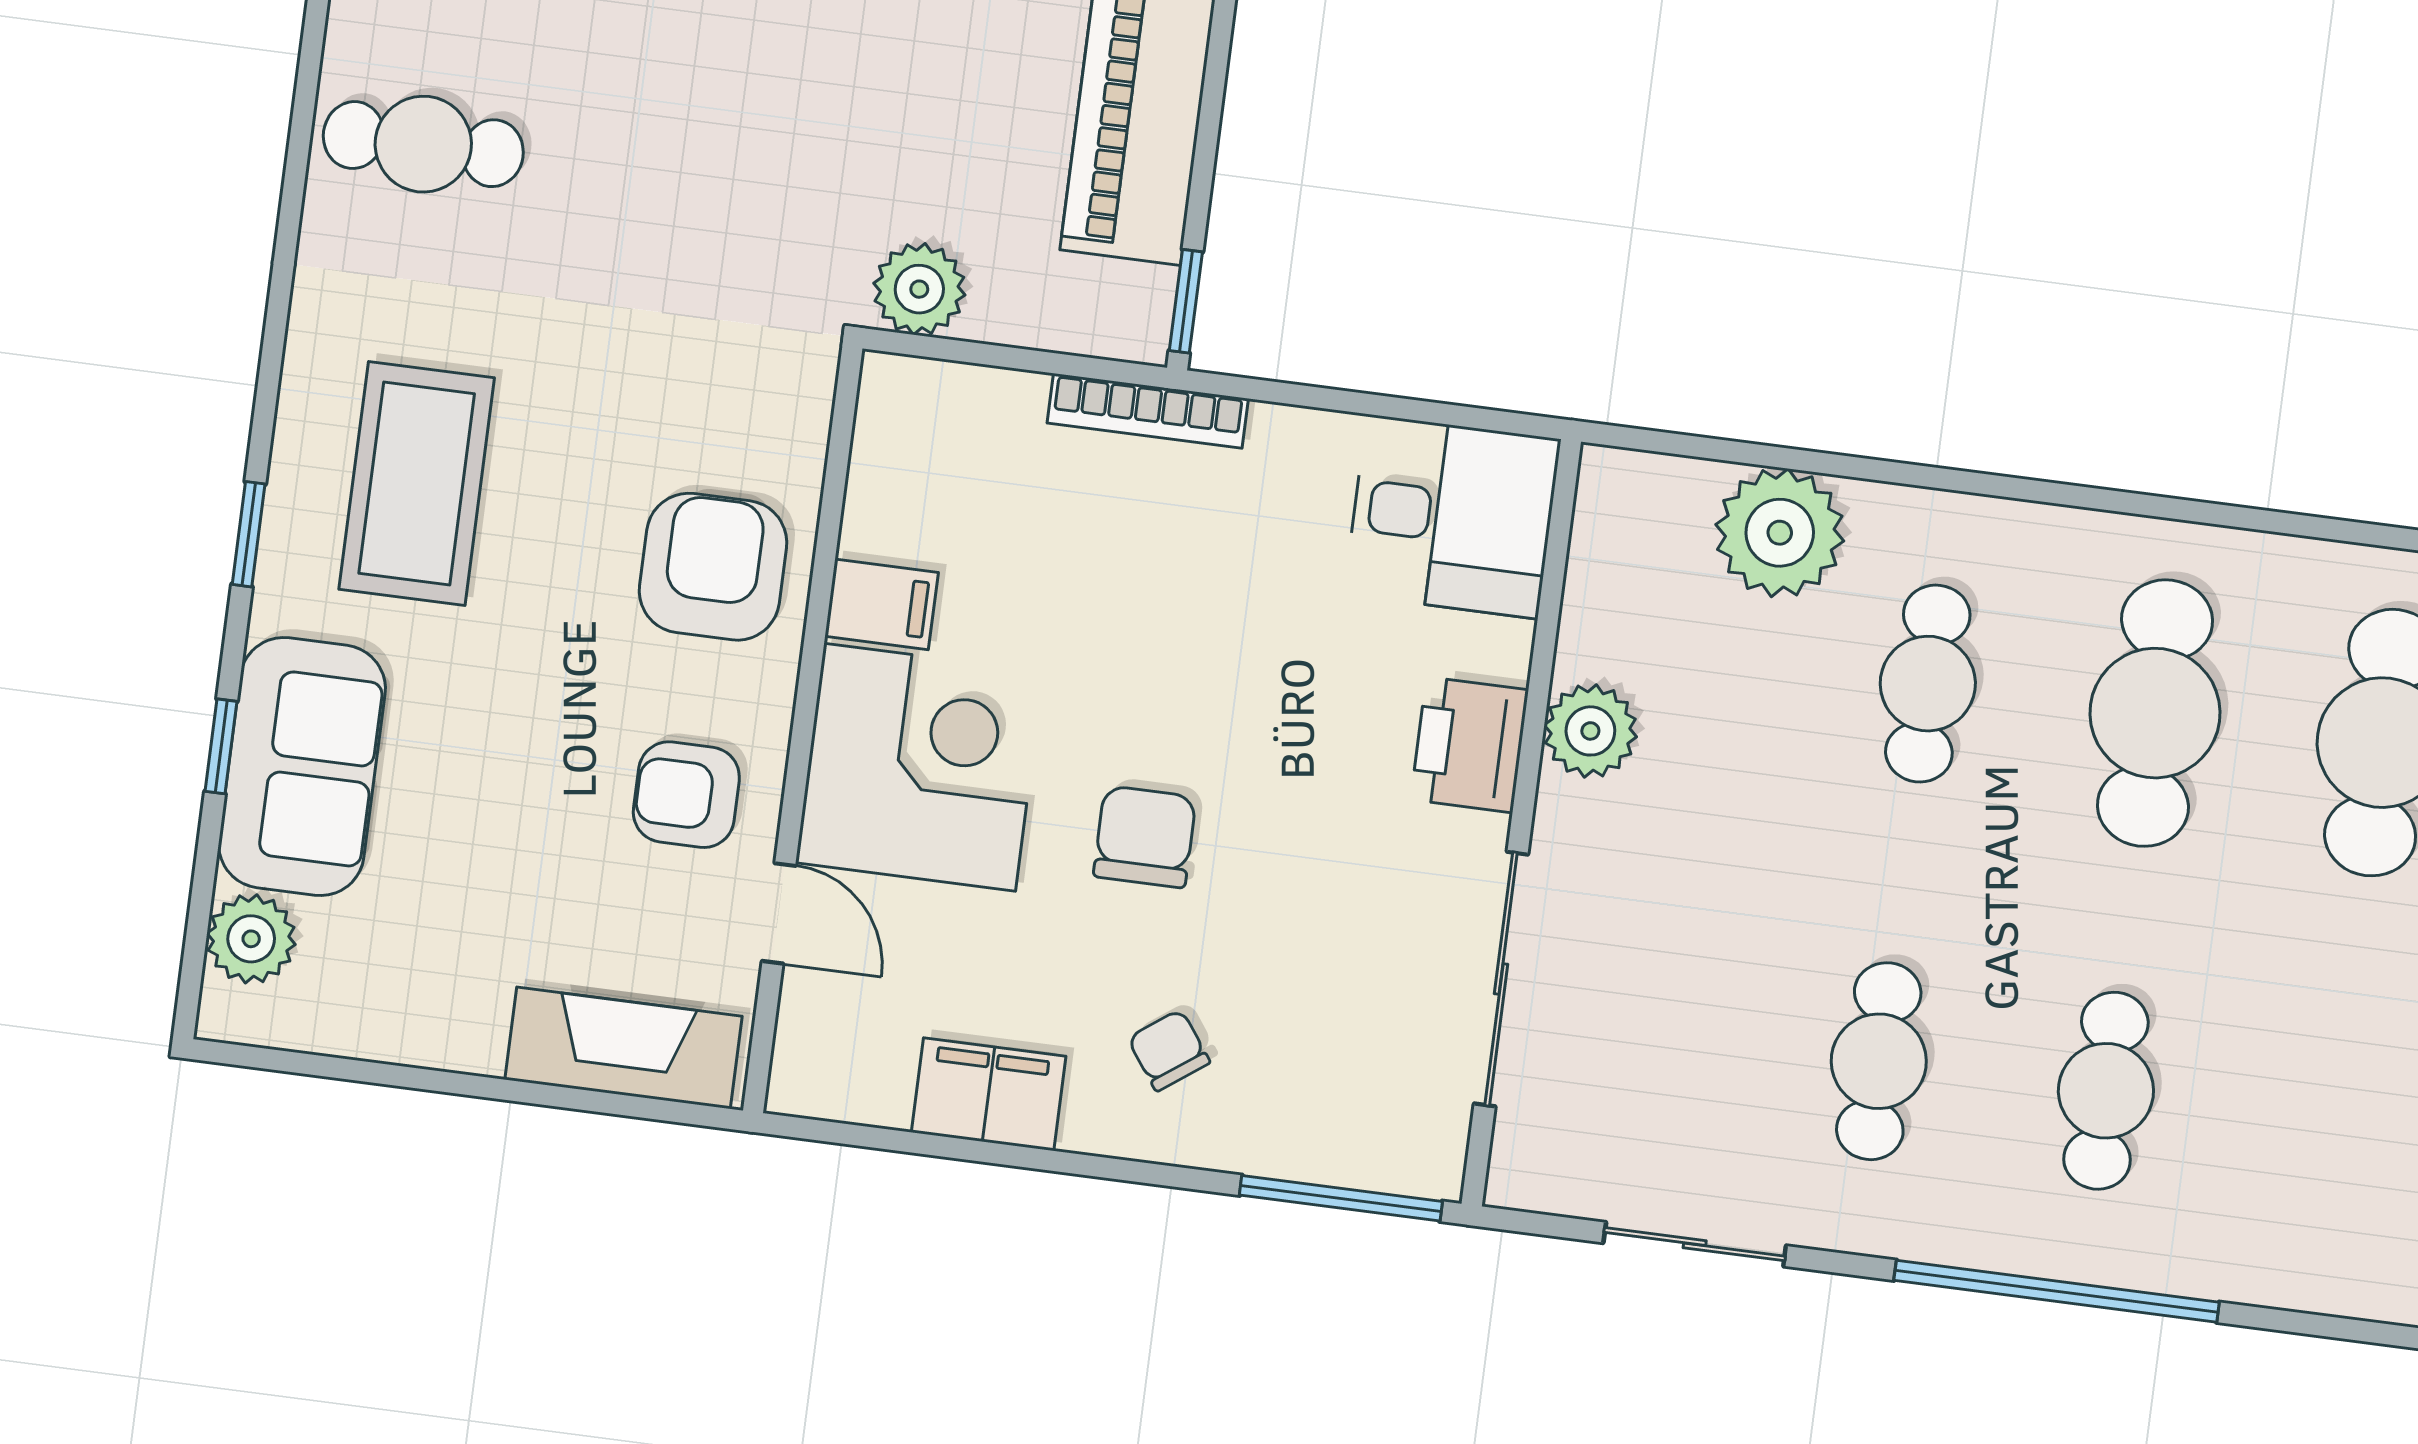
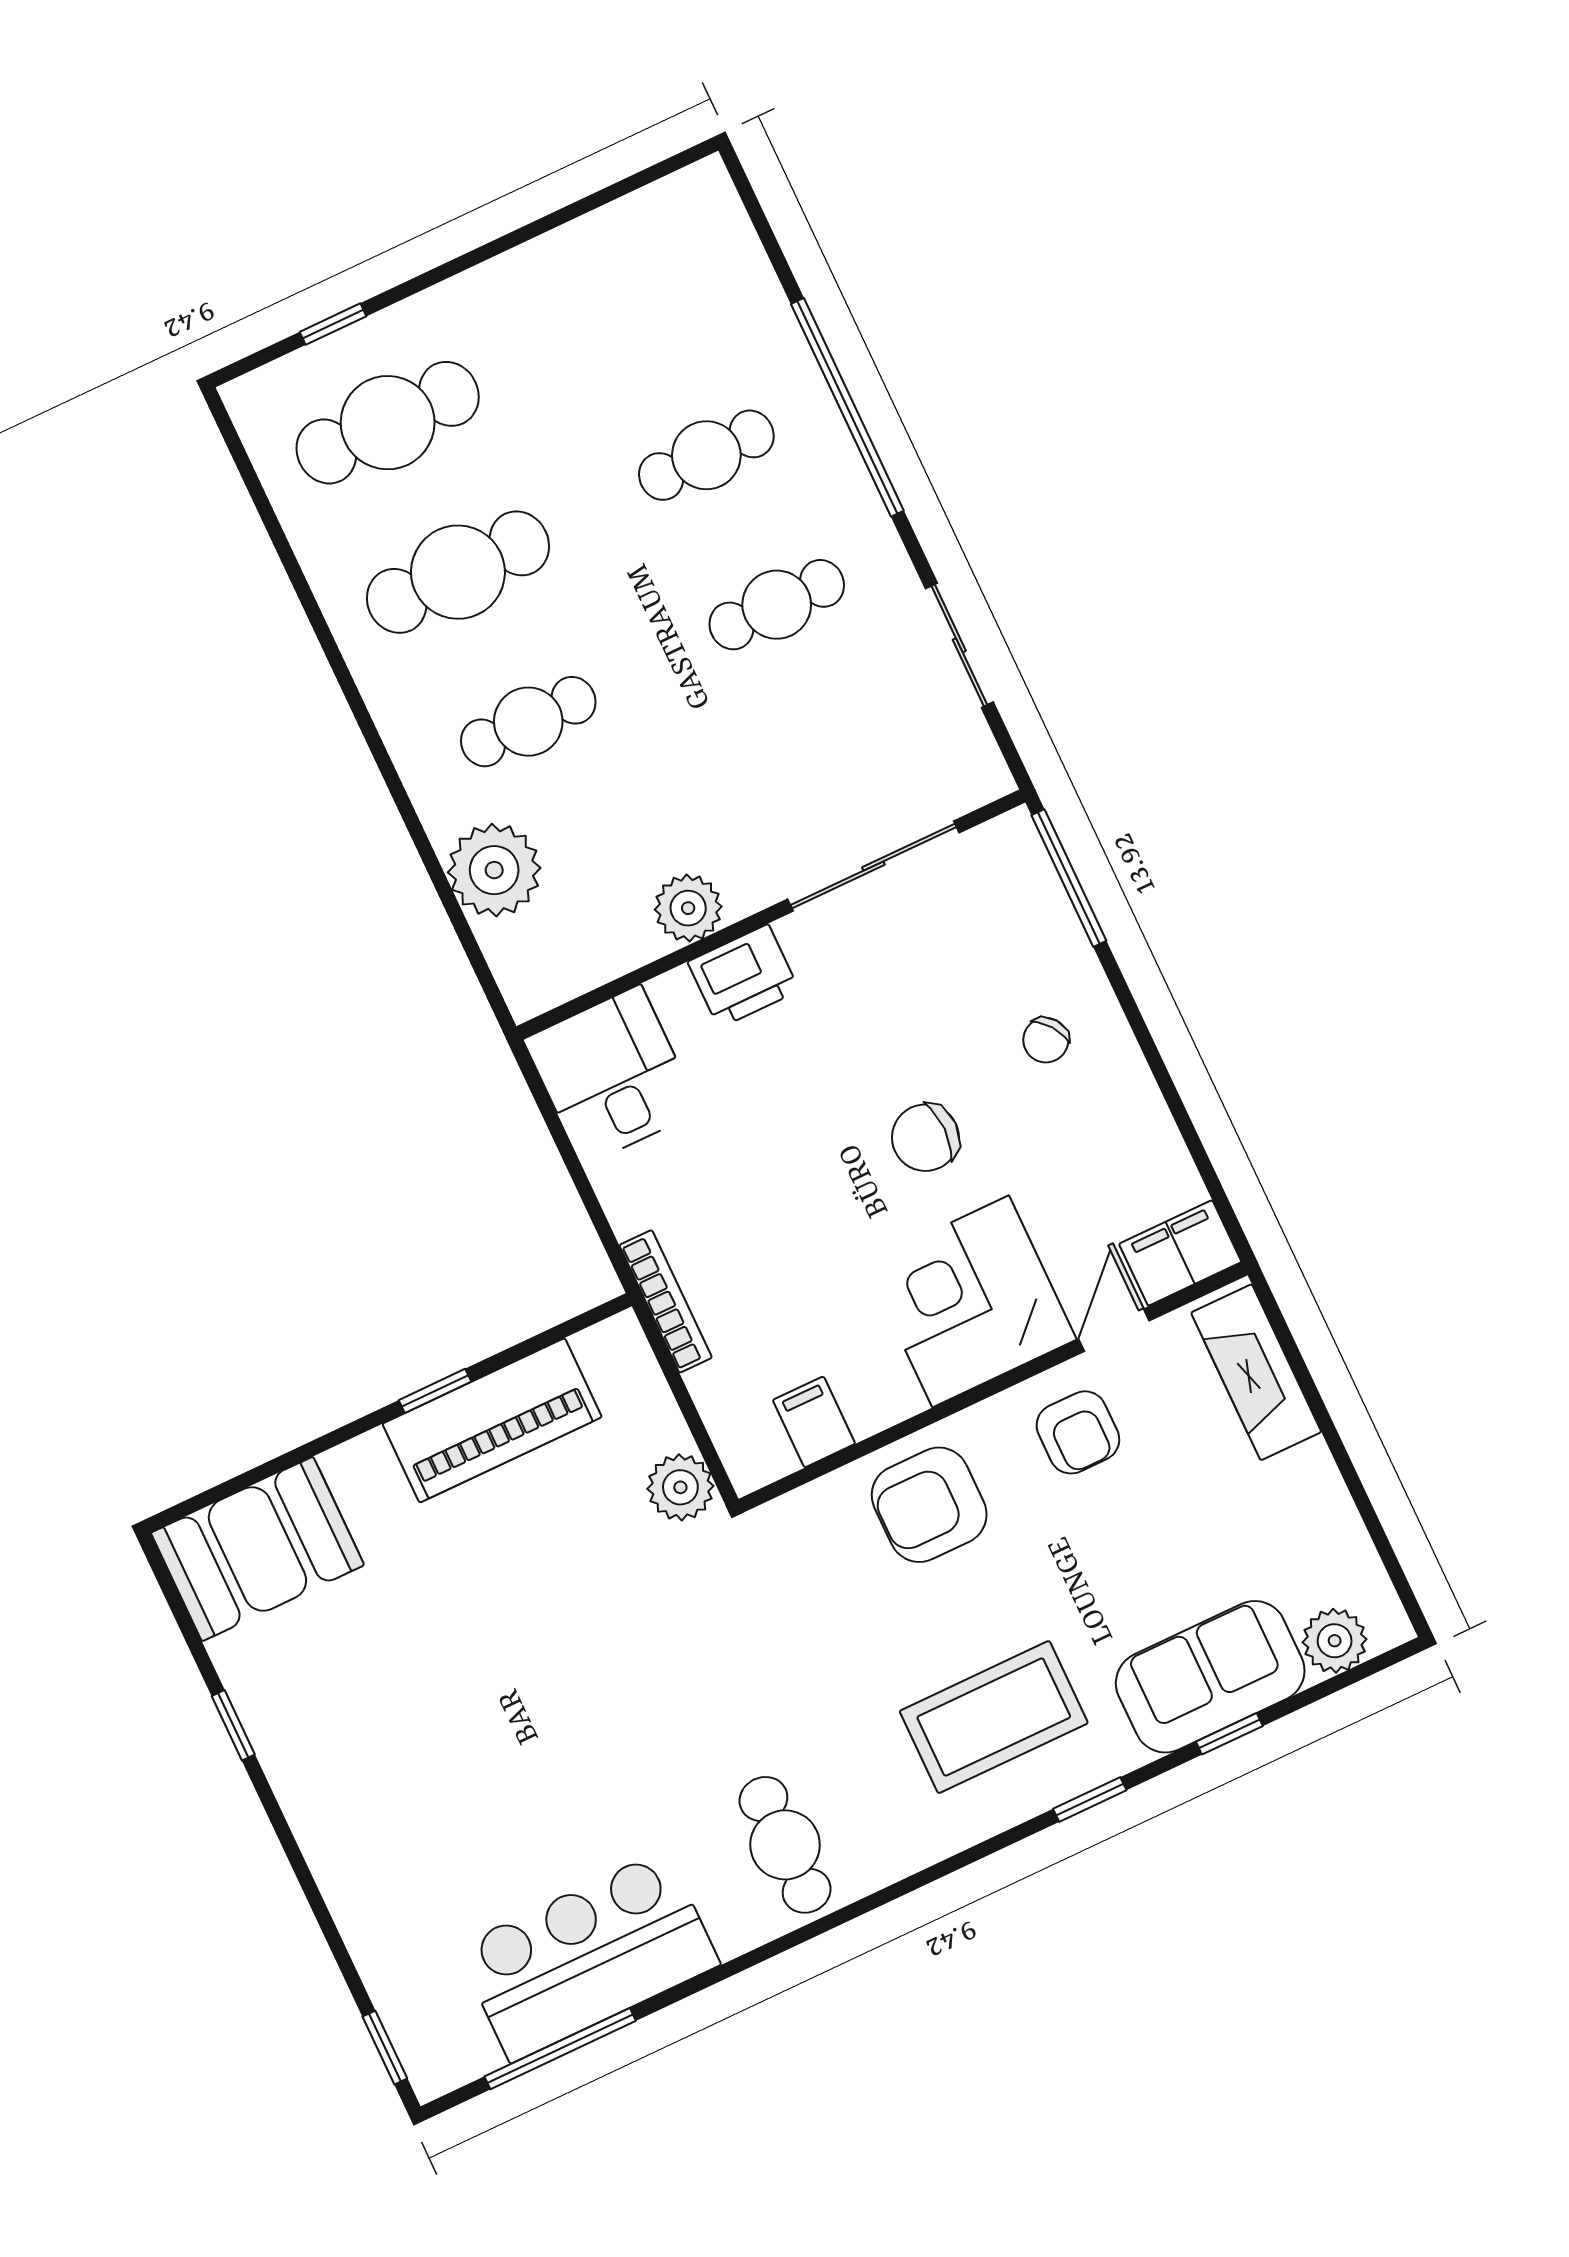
window: (1186, 301) -> (435, 1391), moved
filing cabinet: (882, 604) -> (814, 1422), moved
filing cabinet: (989, 1094) -> (1180, 1253), moved, turned 90

